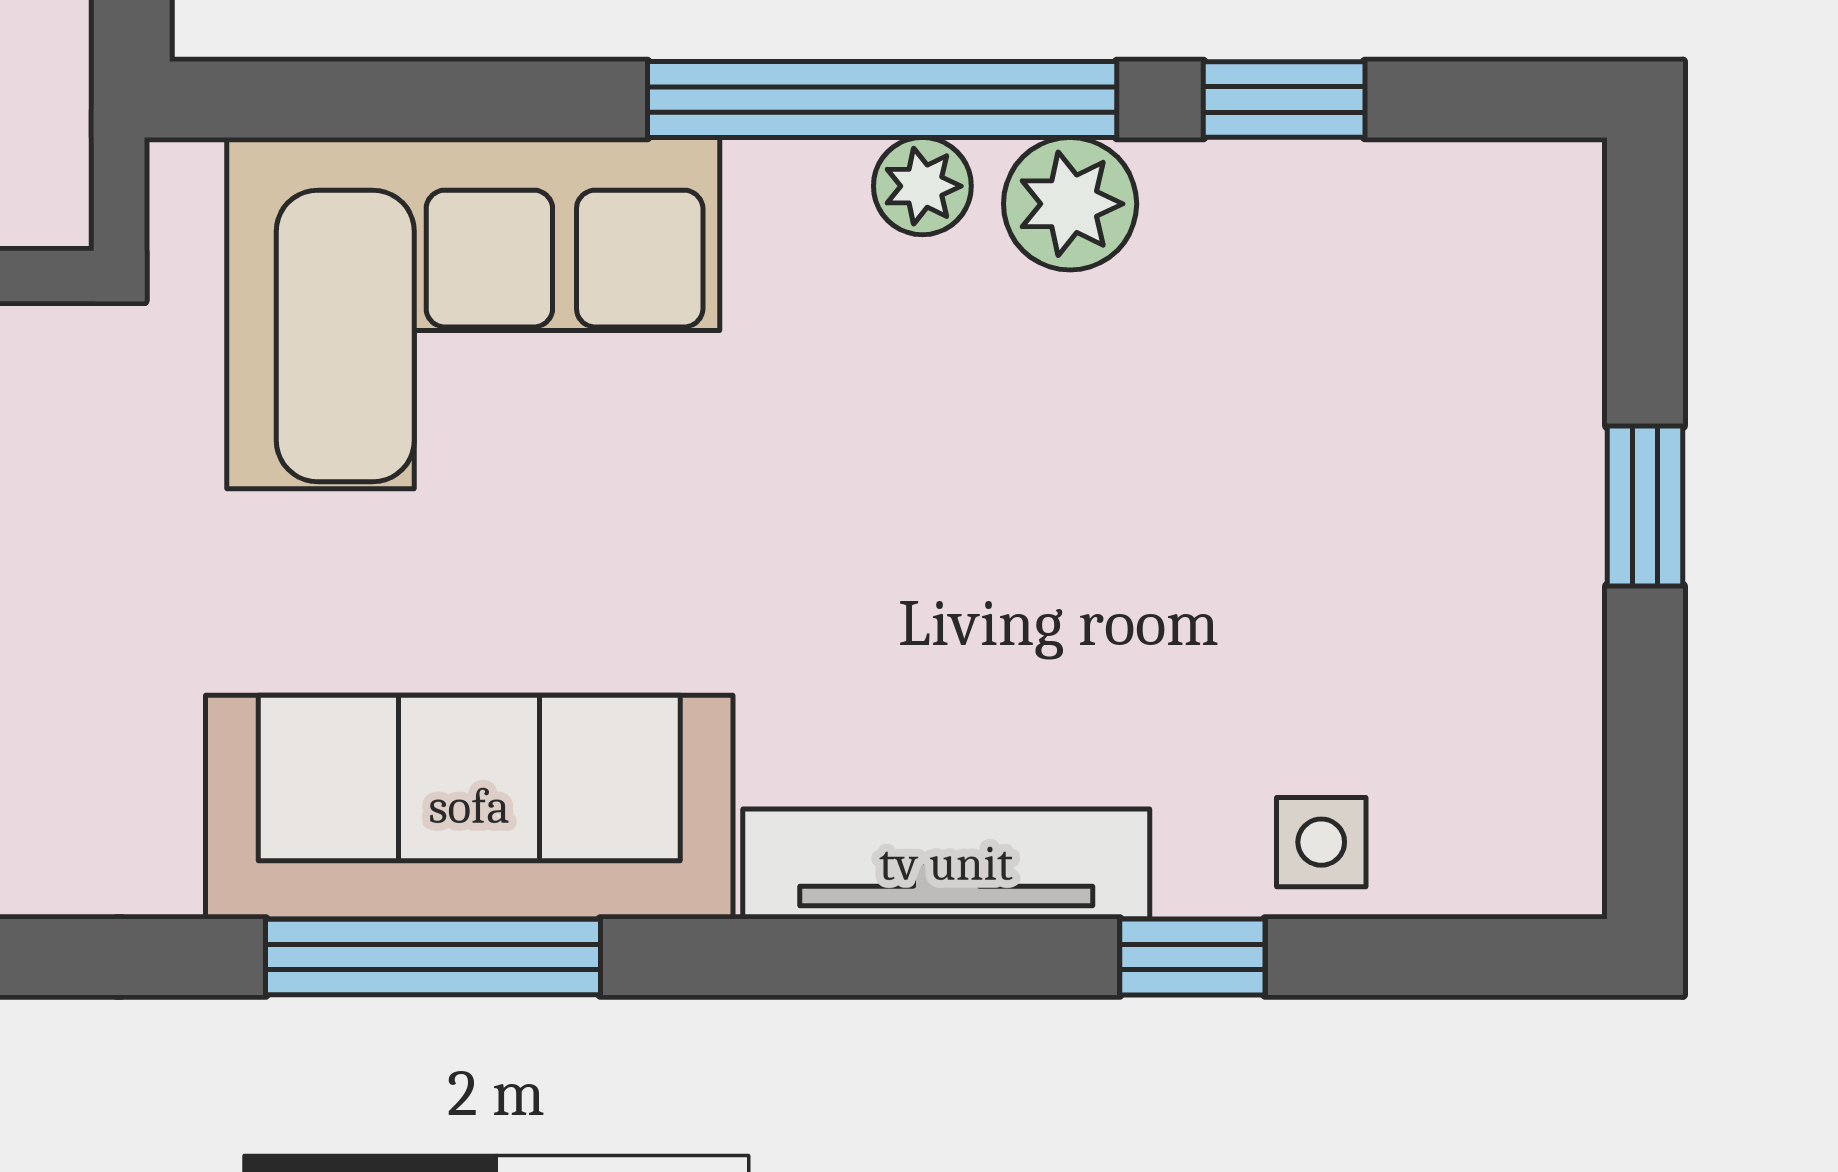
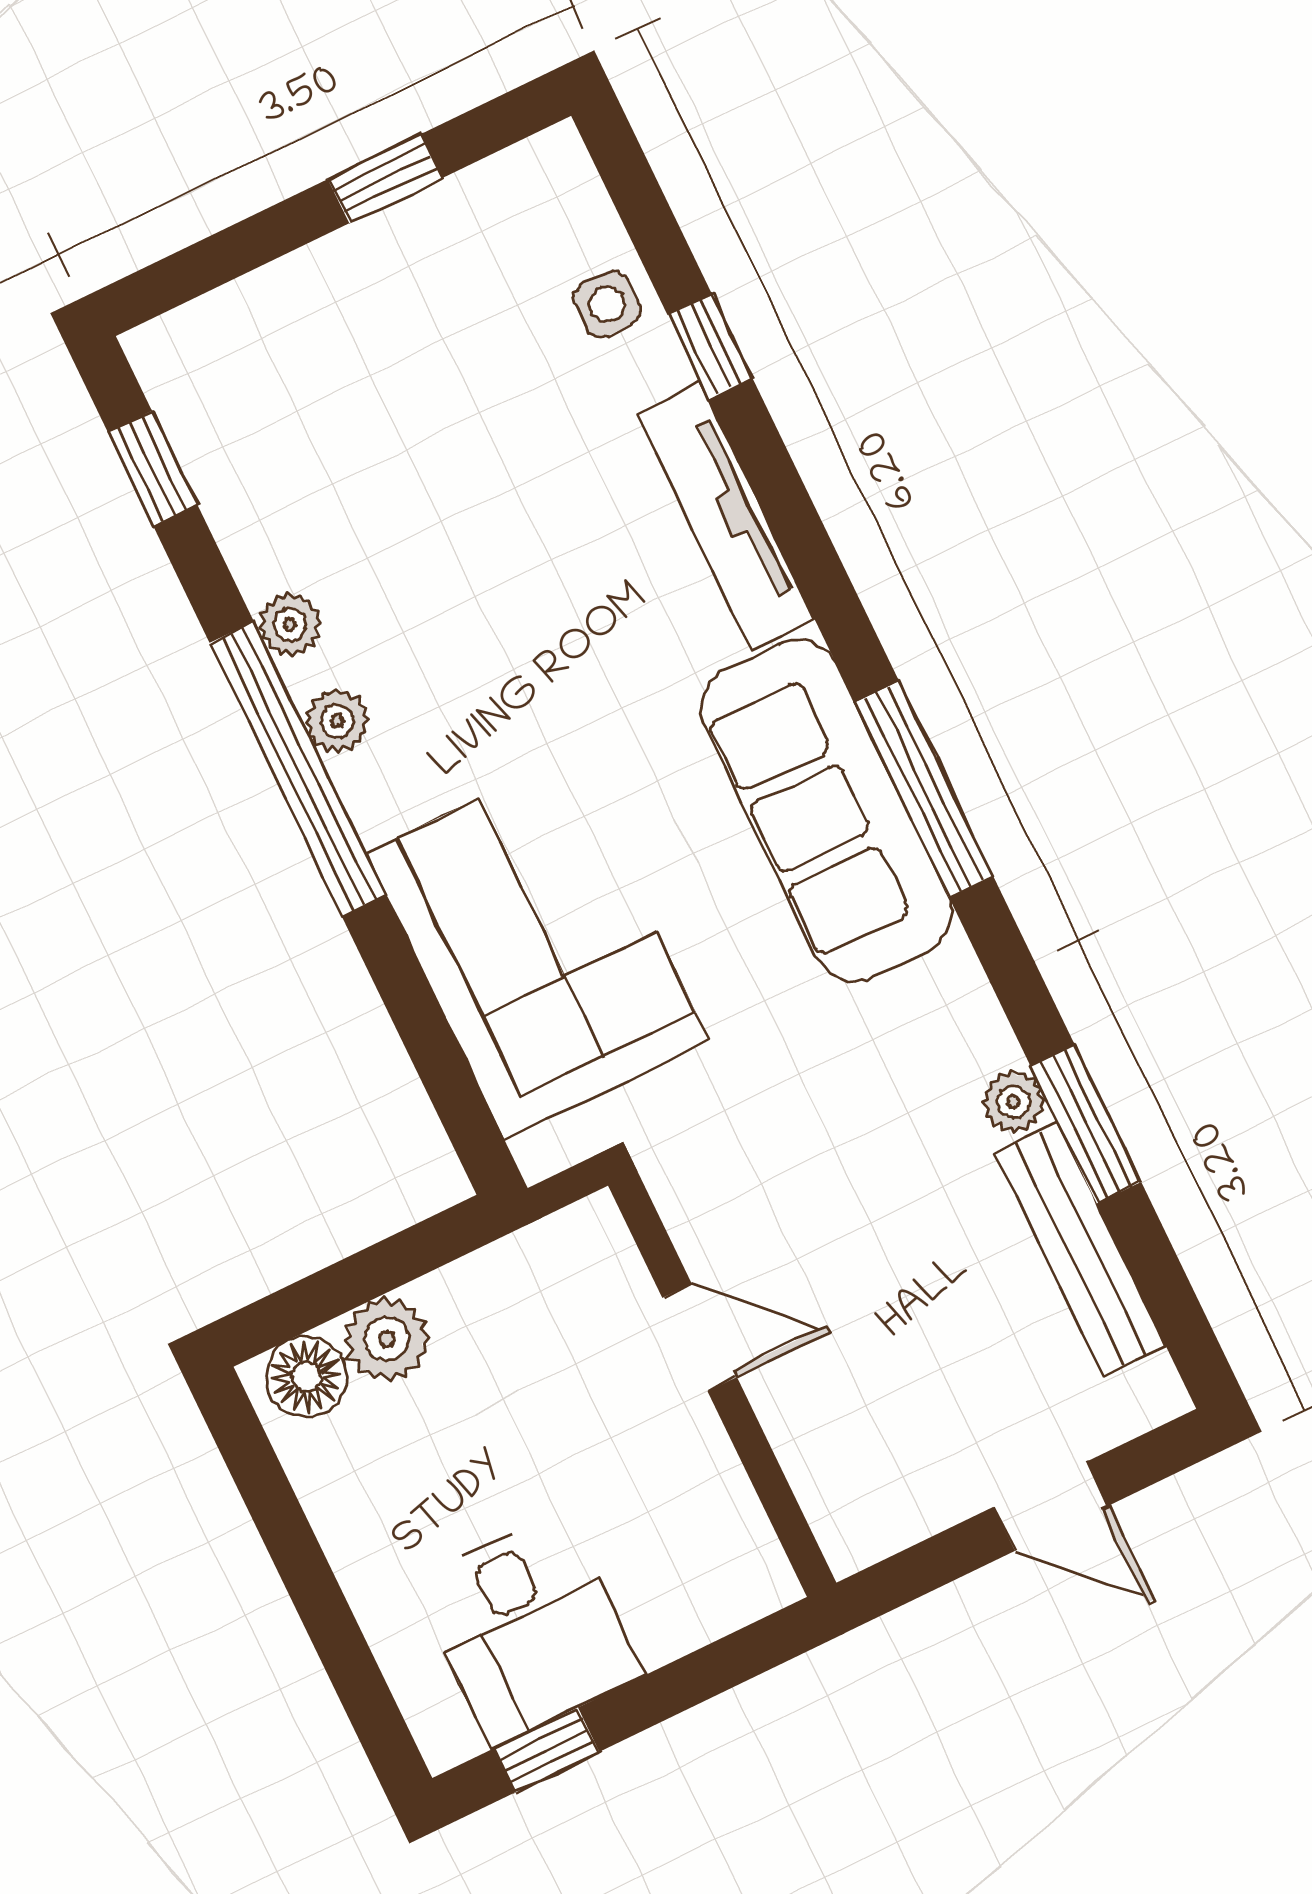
window: (1284, 99) -> (153, 468), moved
plant: (1070, 204) -> (290, 625), width x0.73, depth x0.73
window: (1645, 506) -> (385, 179), moved

